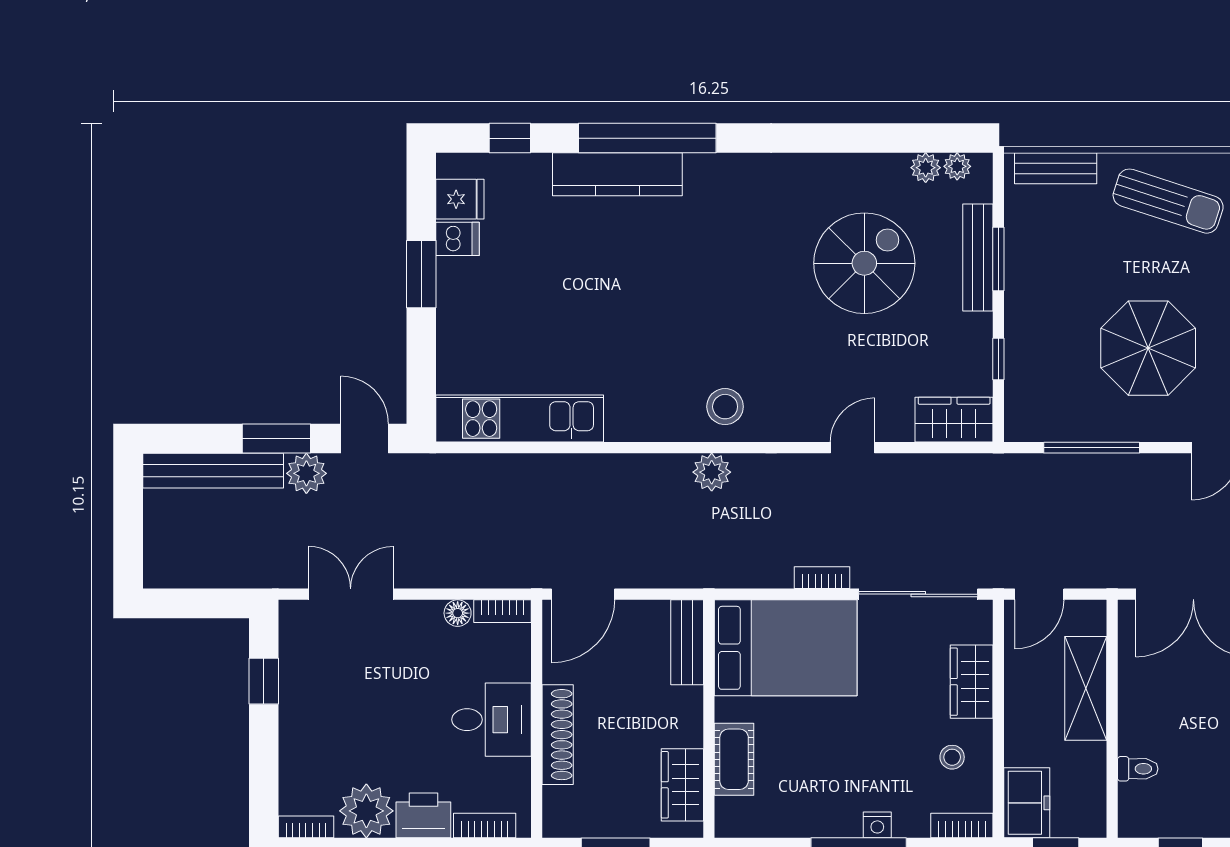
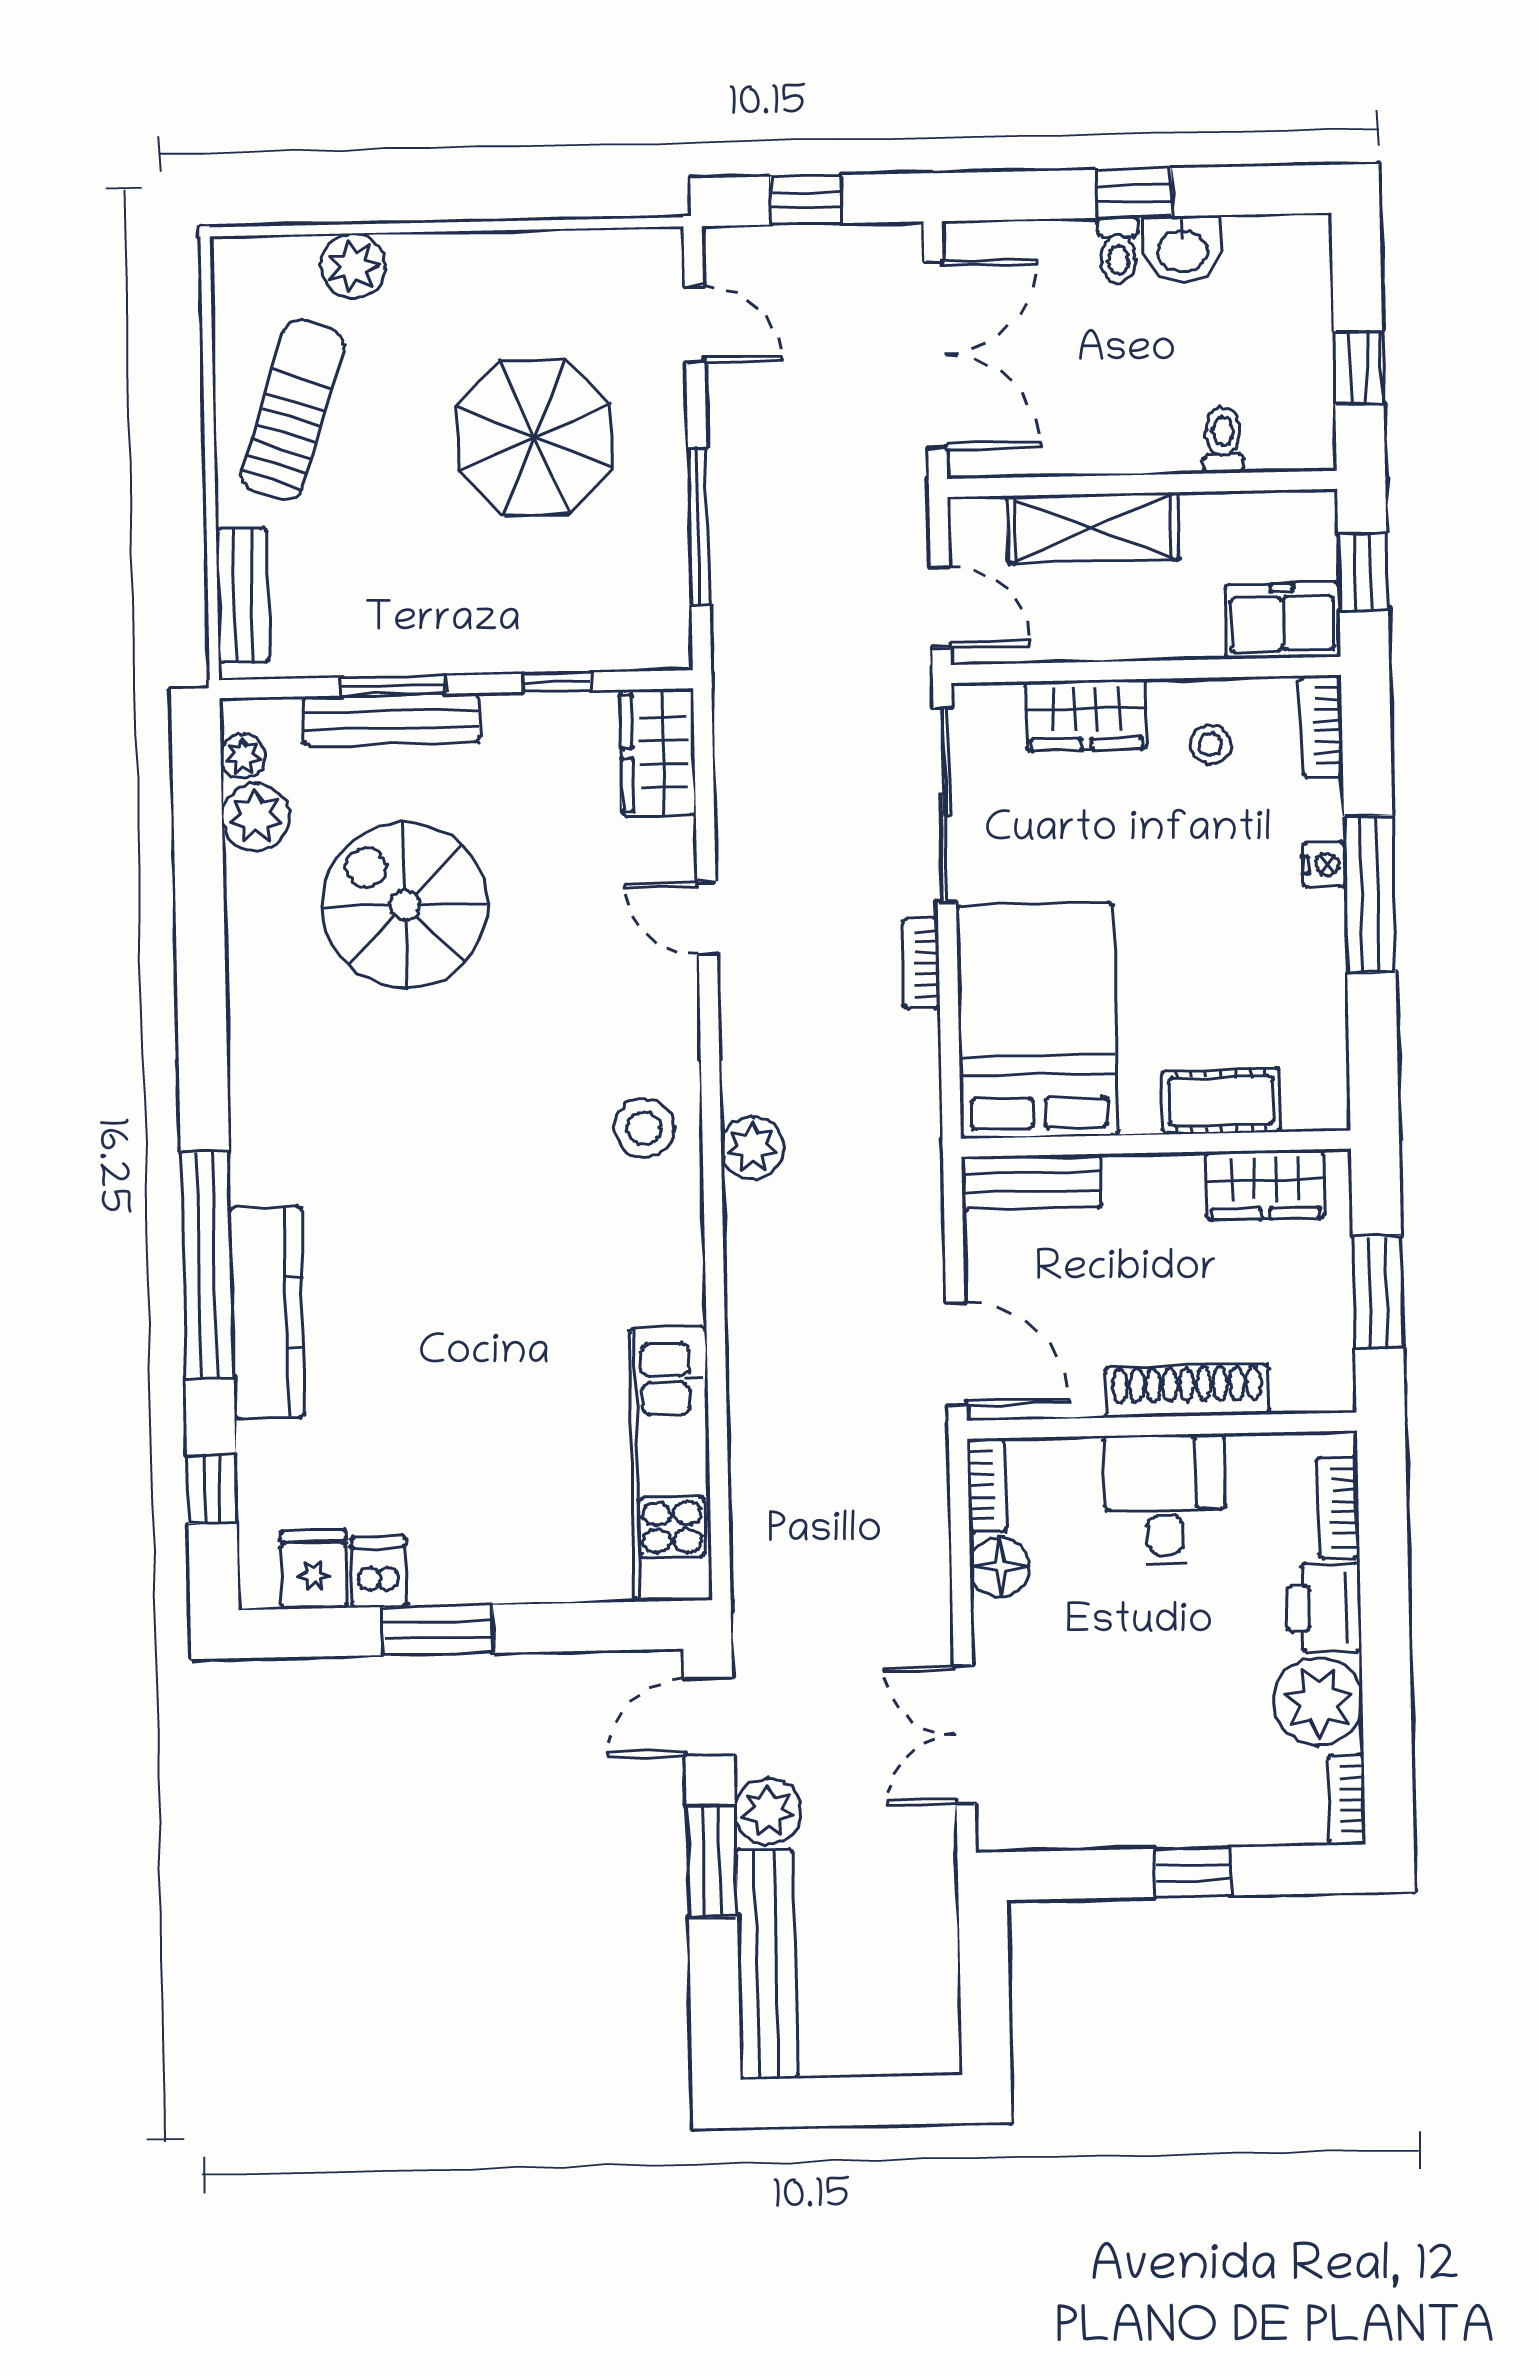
plant: (926, 168) -> (256, 817), width x1.38, depth x1.38
floor lamp: (458, 613) -> (1000, 1567), width x1.37, depth x1.37
window: (264, 681) -> (1193, 1872), moved

